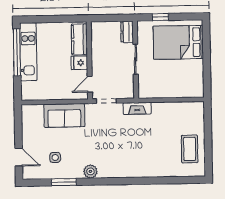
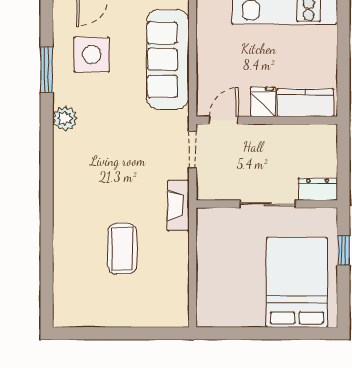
door: (90, 84) -> (224, 120), hinge flipped
sofa: (64, 115) -> (168, 60), width x1.36
coffee table: (190, 149) -> (122, 249), moved, turned 90
side table: (55, 157) -> (92, 55), width x1.87, depth x1.87

